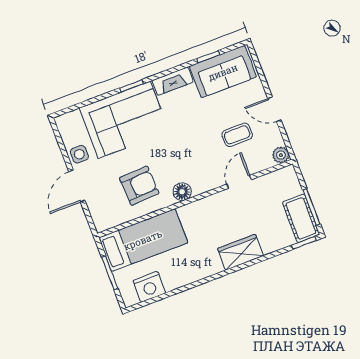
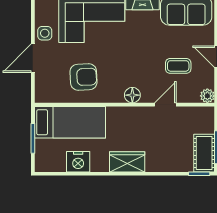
floor lamp: (182, 192) -> (132, 95), moved
wardrobe: (241, 252) -> (127, 162), moved
nightstand: (149, 287) -> (78, 162), moved

